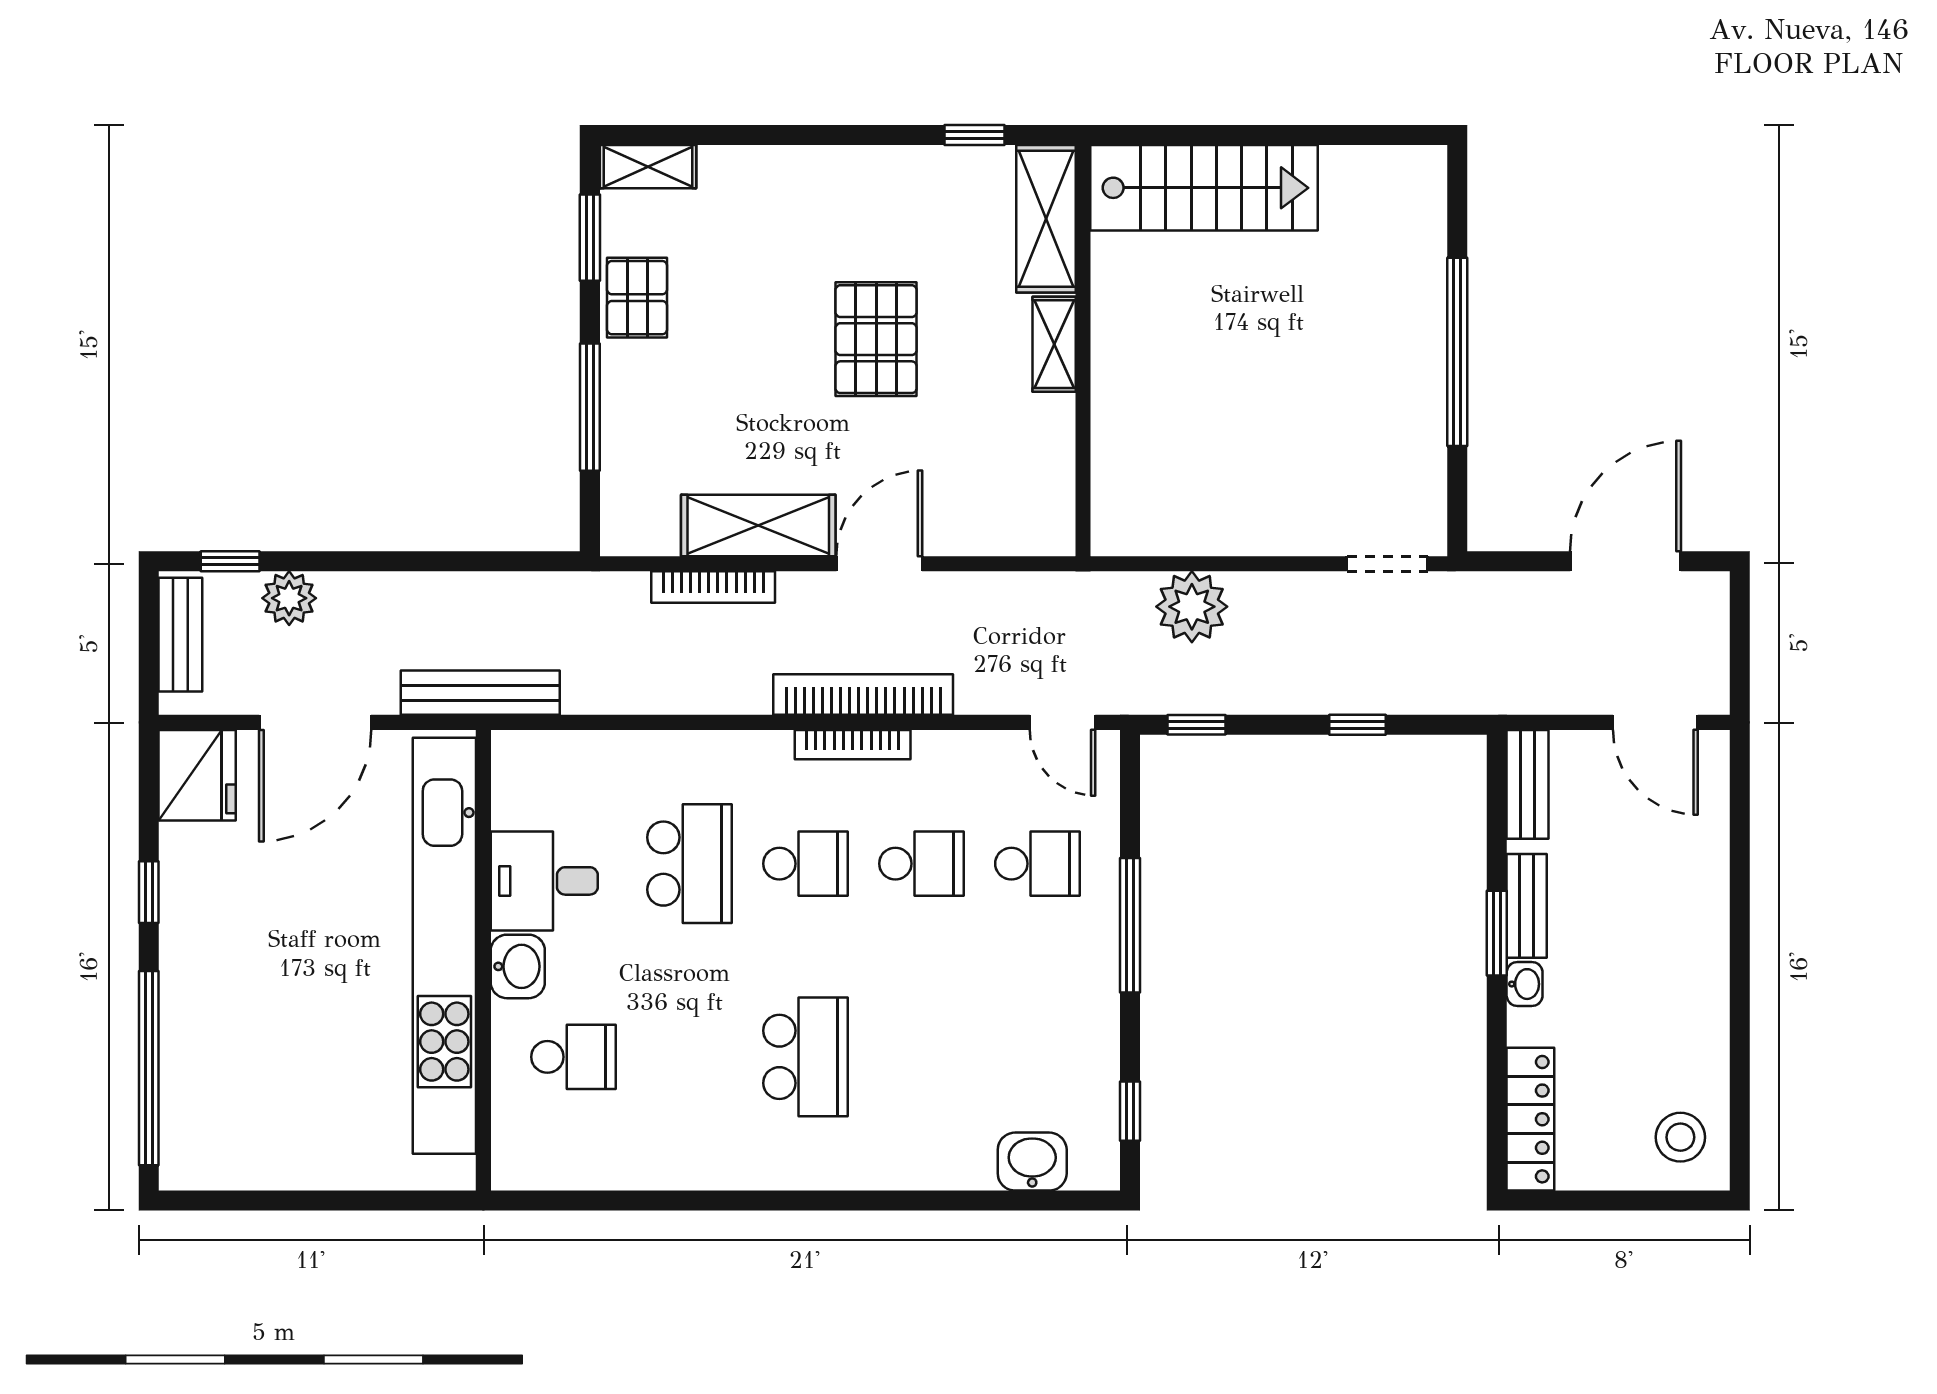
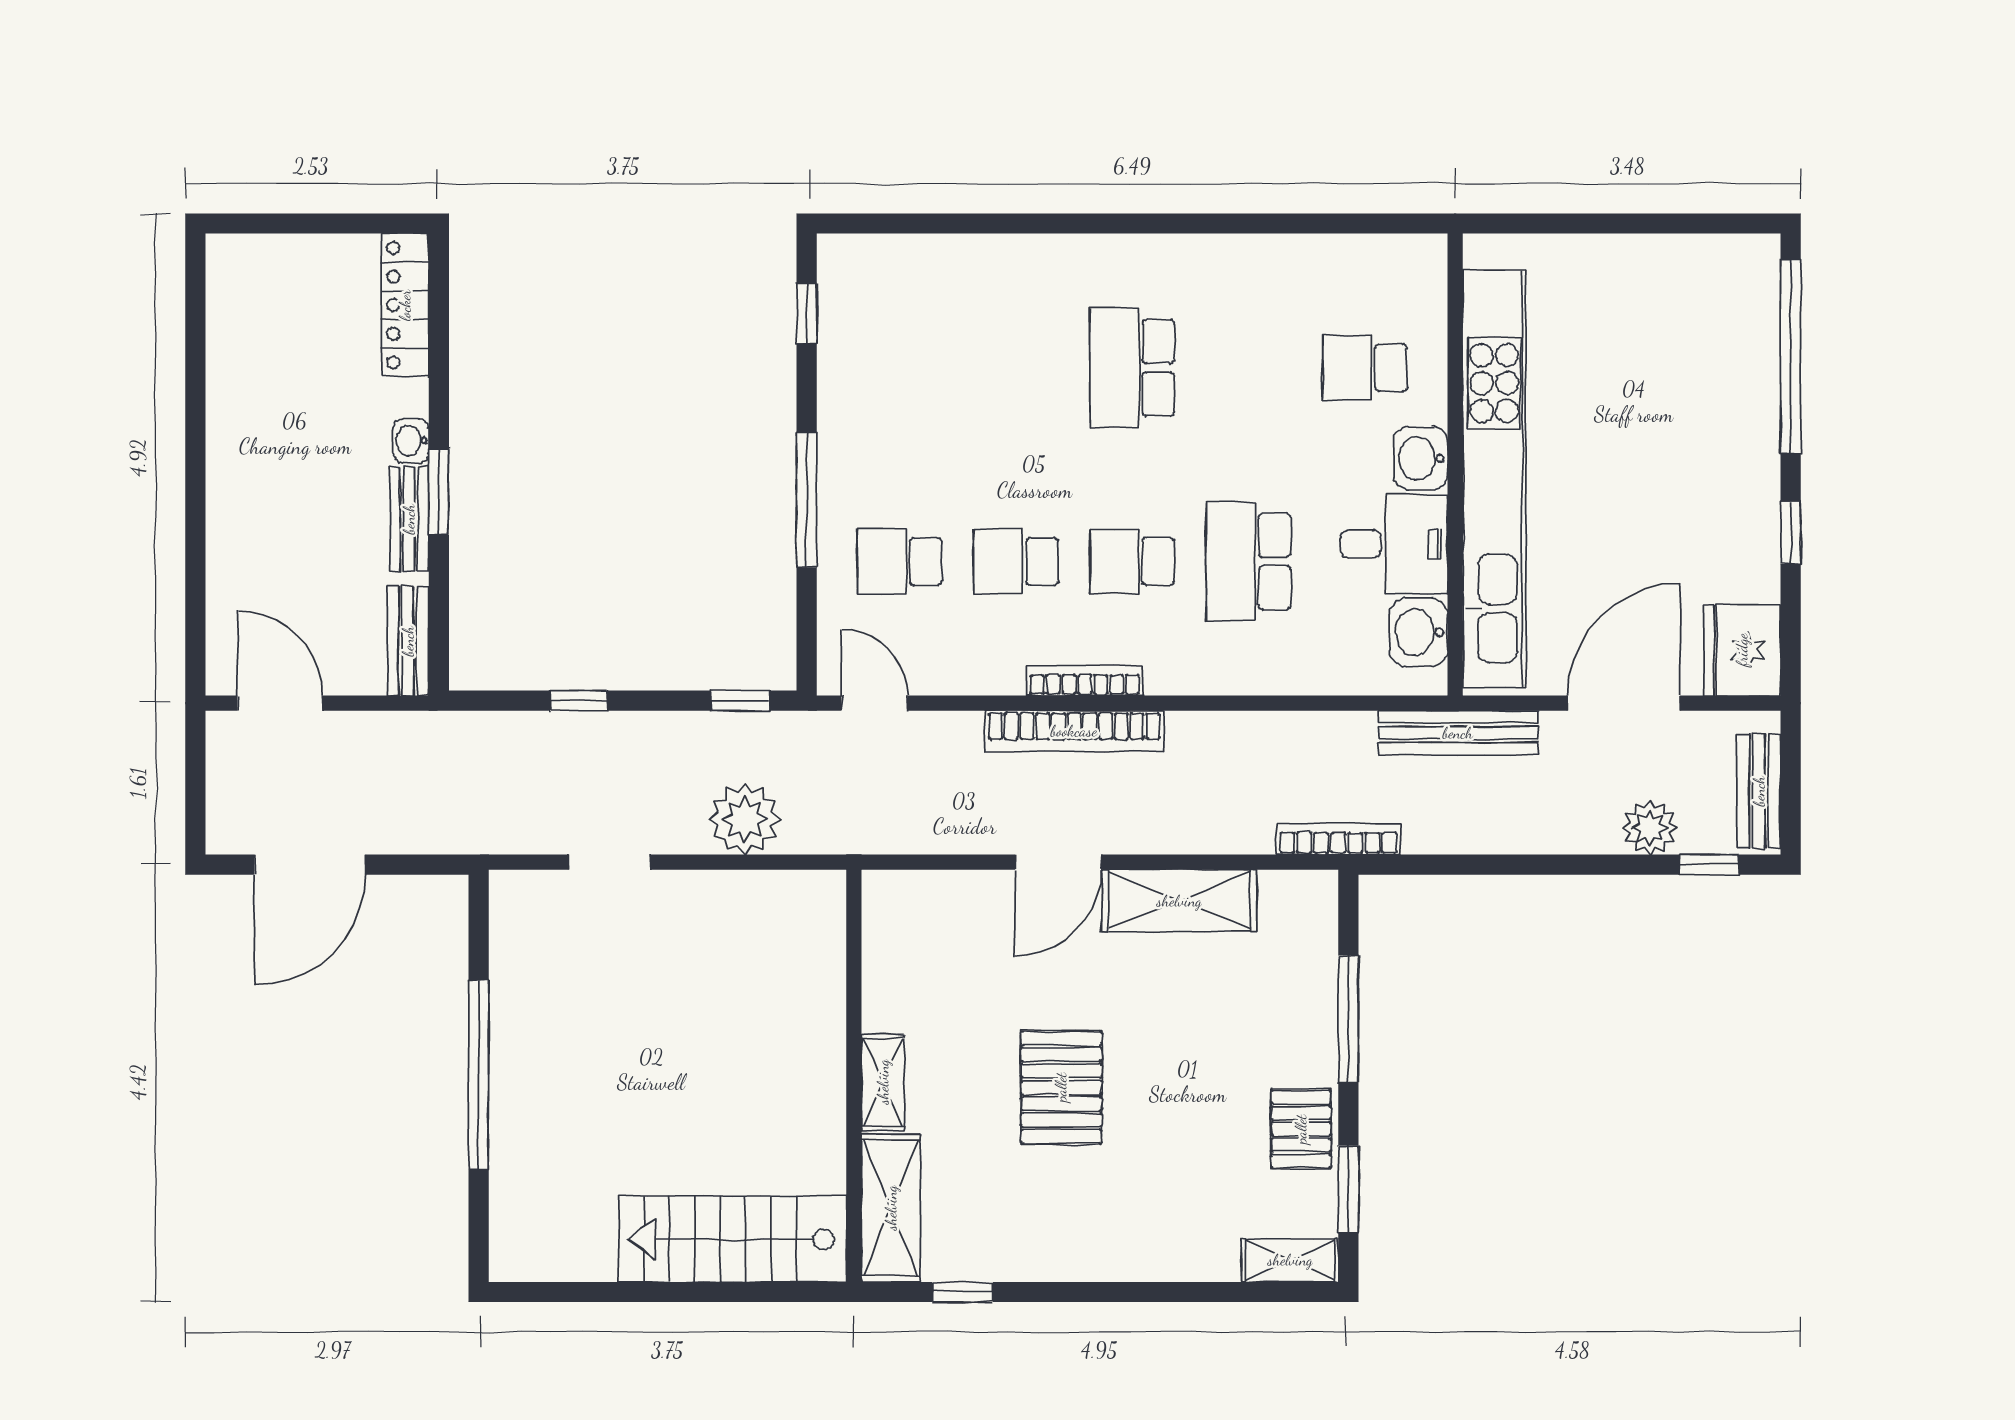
doorway: (1387, 564) -> (610, 862), moved
bookcase: (713, 587) -> (1338, 839), moved
stool: (1680, 1137) -> (255, 287), removed
washbasin: (1032, 1162) -> (1419, 632), moved, turned 90

